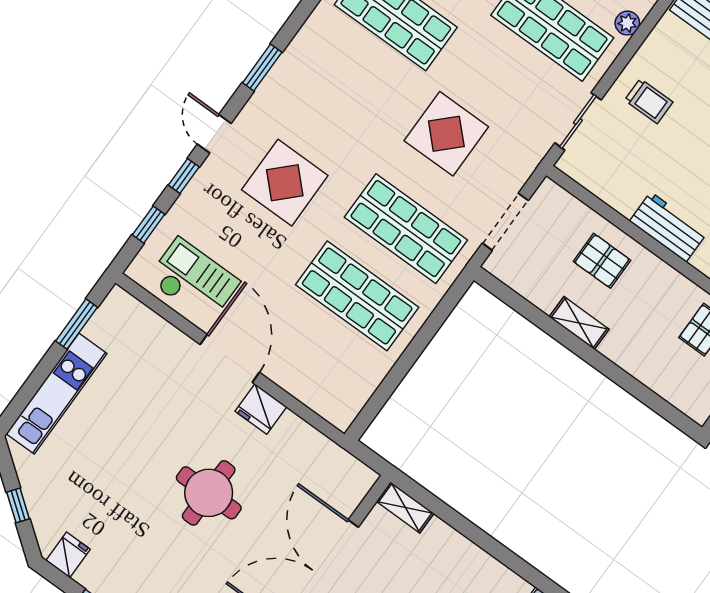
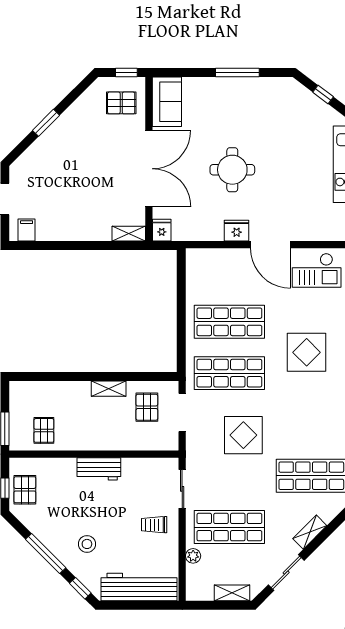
pallet: (602, 261) -> (147, 407), moved, turned 90
fridge: (68, 555) -> (162, 230), moved, turned 180

